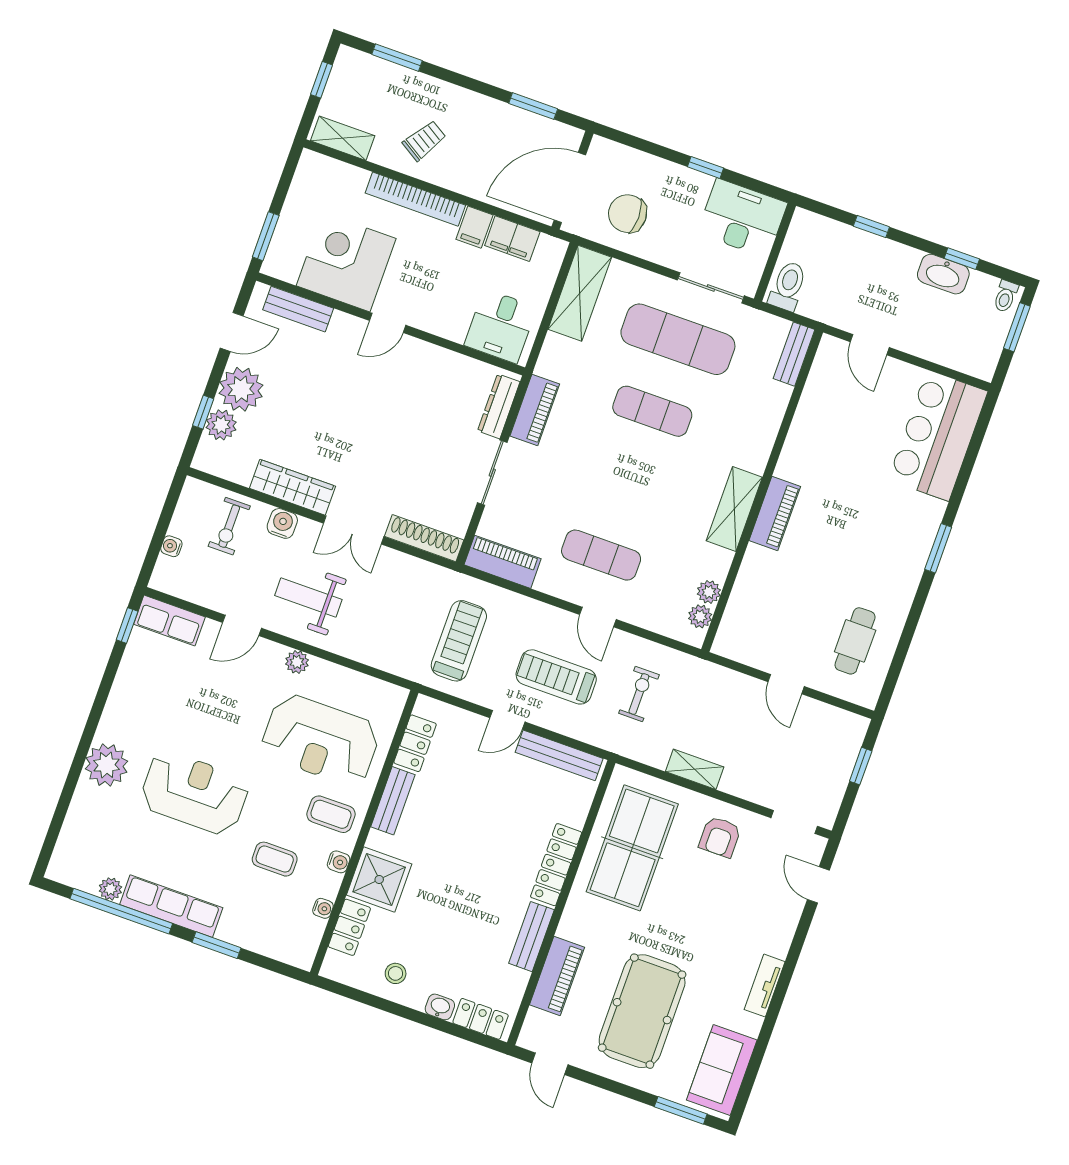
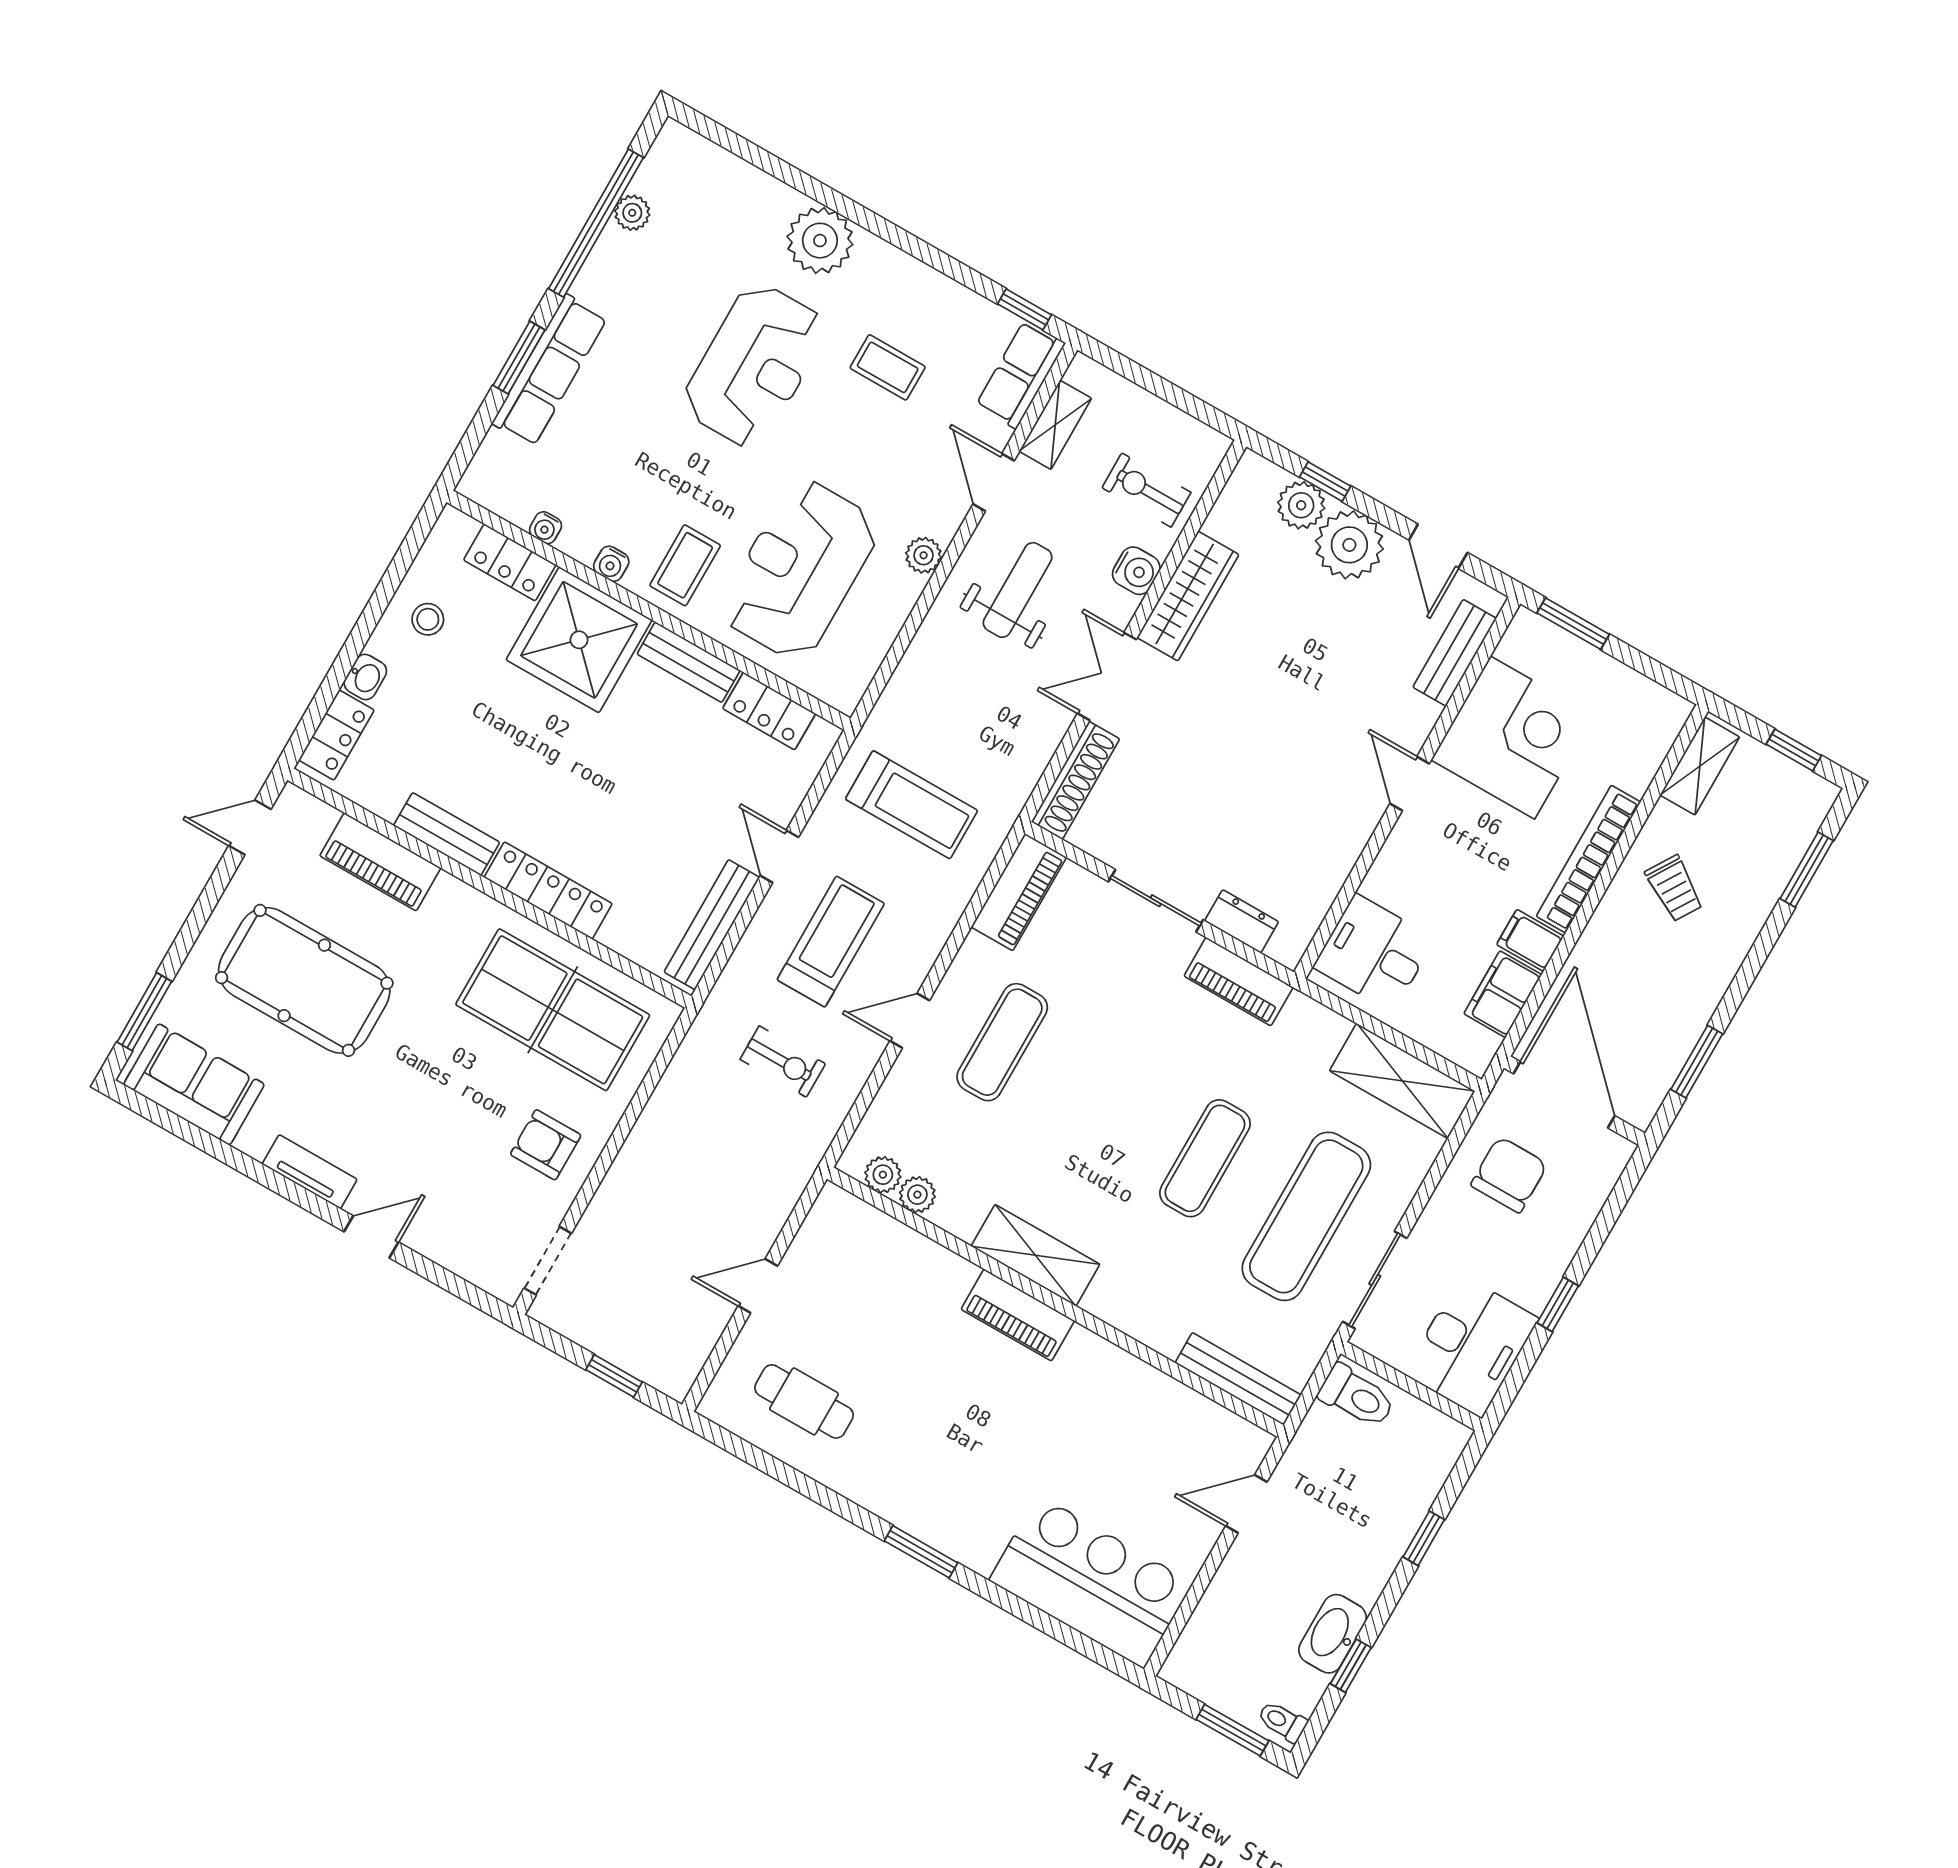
bench: (794, 354) -> (1238, 1379), width x1.36
dresser: (499, 406) -> (1242, 921), width x0.70
water cooler: (171, 546) -> (1132, 398), removed
shelving: (695, 769) -> (1055, 425), moved
coffee table: (275, 859) -> (888, 367), moved, turned 90
shower: (379, 880) -> (579, 640), width x1.37, depth x1.37
door: (818, 885) -> (371, 1237), moved
row of seats: (171, 906) -> (550, 370), moved

